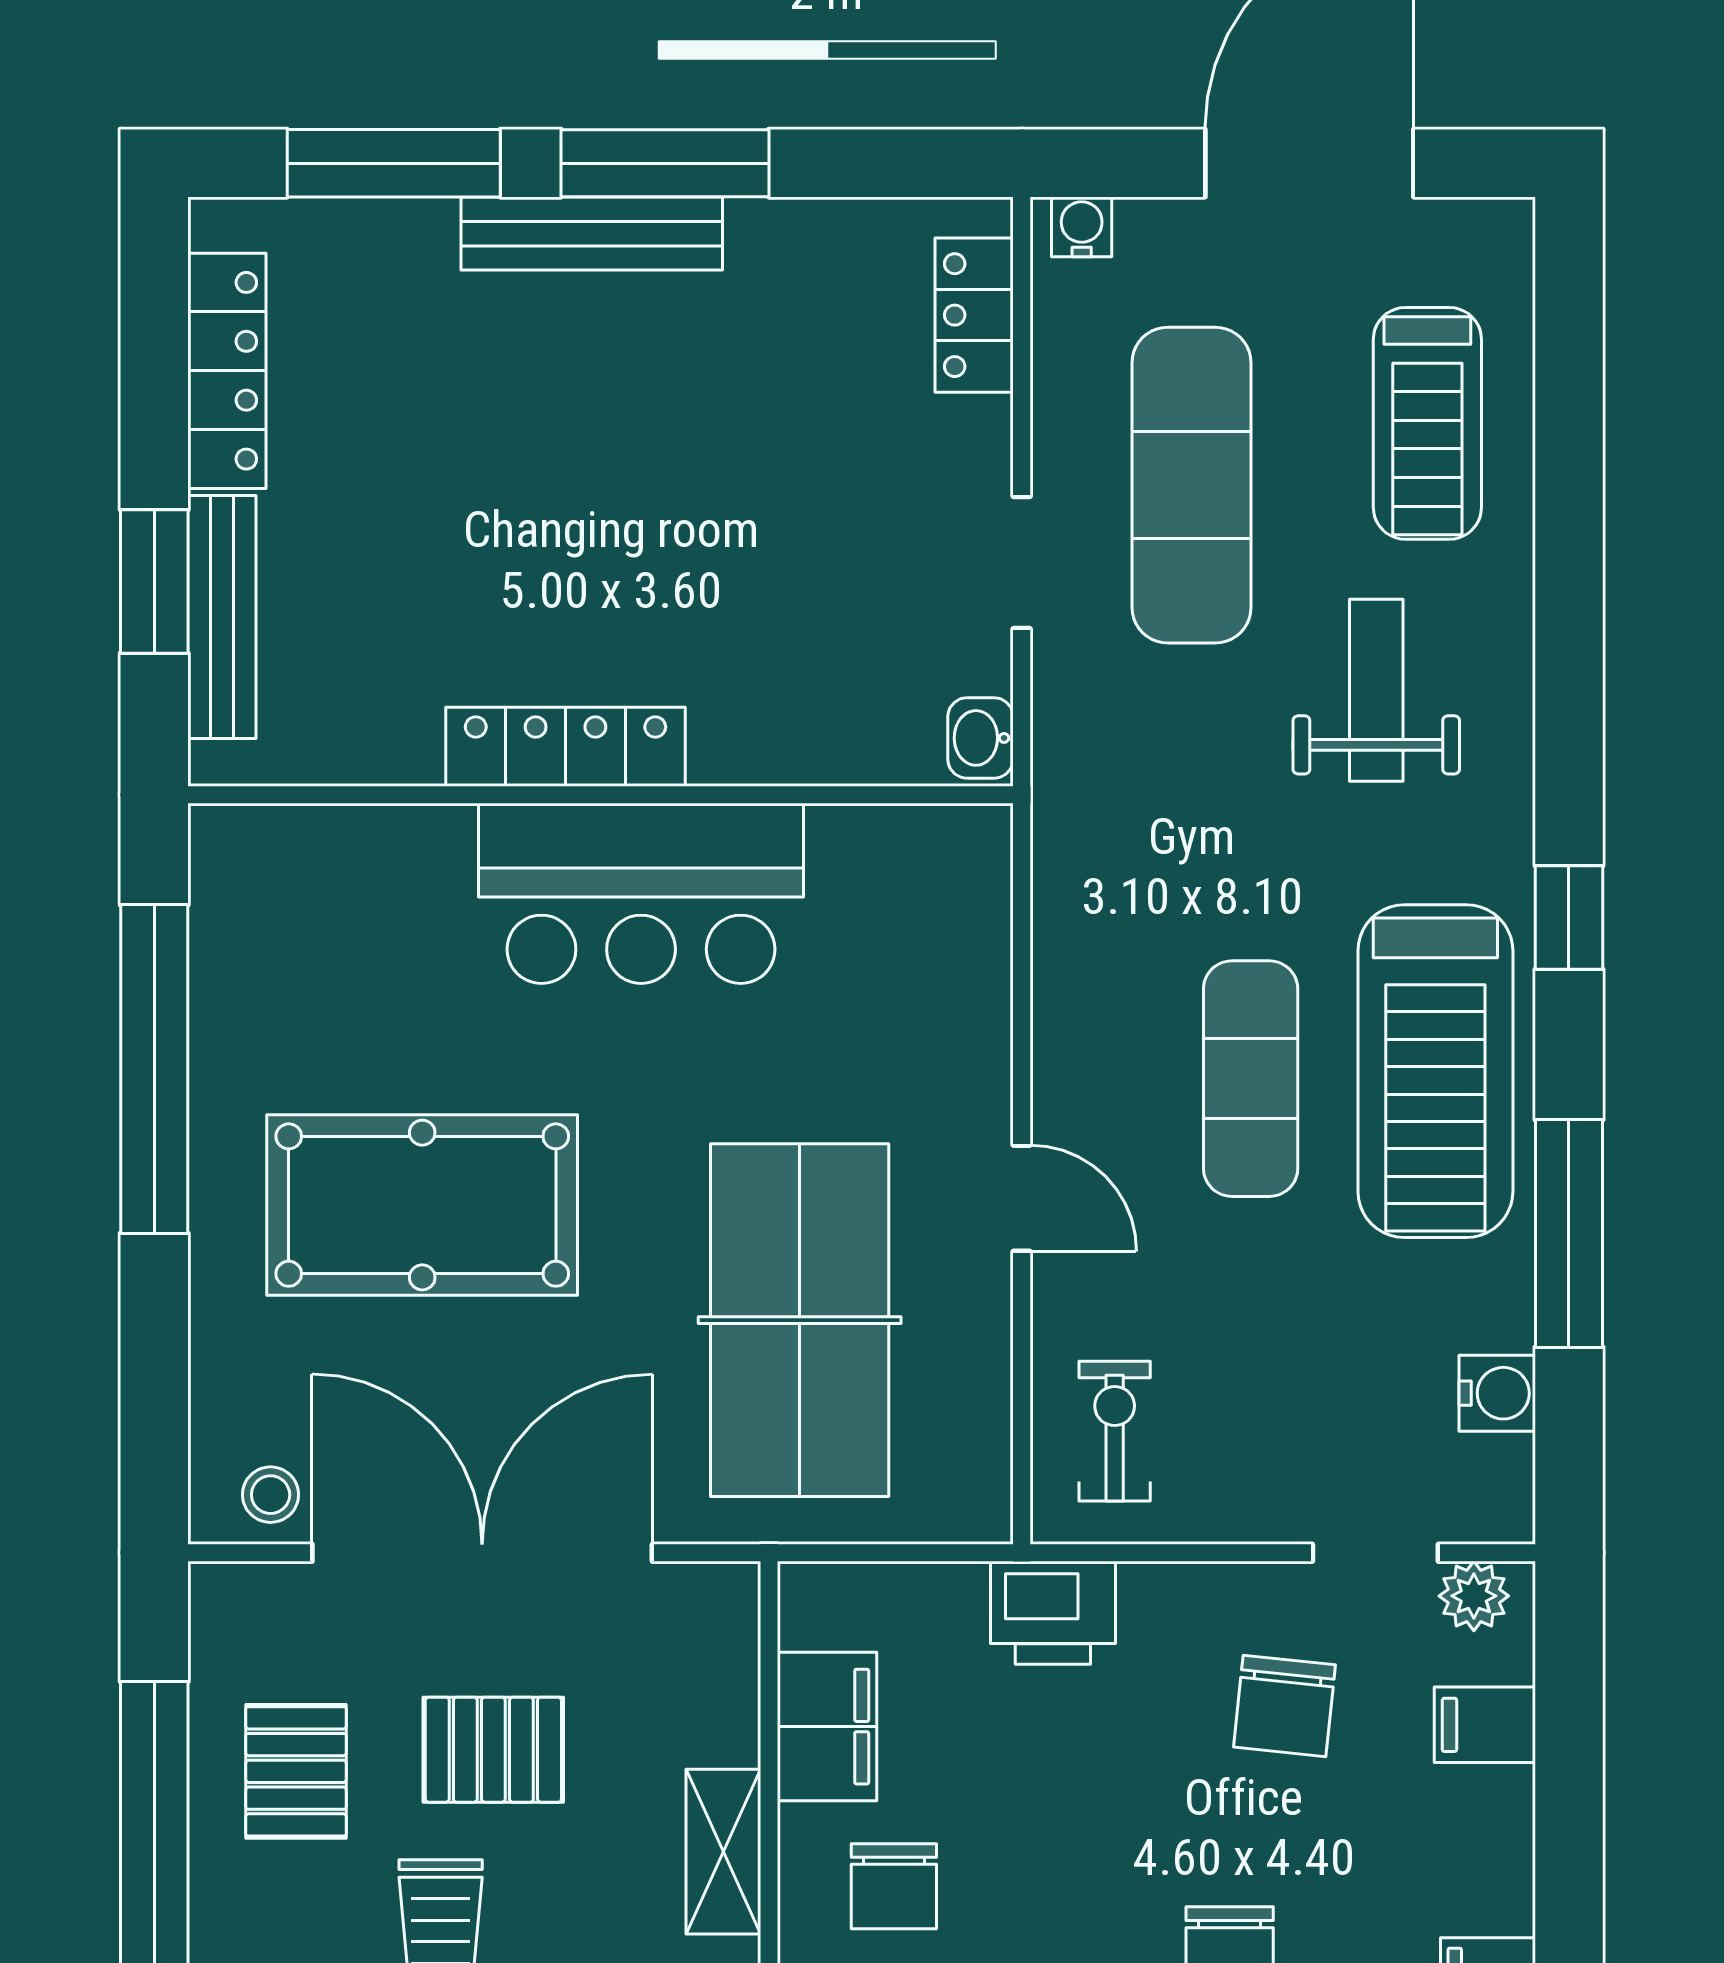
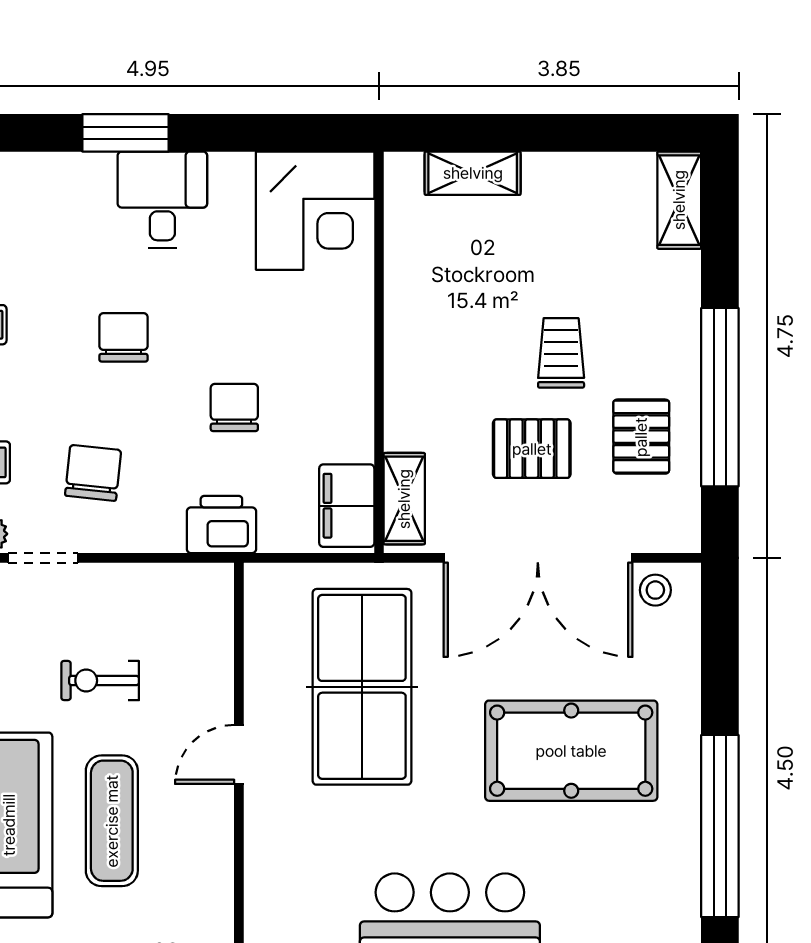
door: (1022, 1198) -> (239, 754), hinge flipped
exercise bike: (1115, 1431) -> (100, 681), moved, turned 90
filing cabinet: (827, 1727) -> (347, 506), moved
shelving: (723, 1852) -> (404, 499), moved
chair: (894, 1886) -> (234, 407), moved

